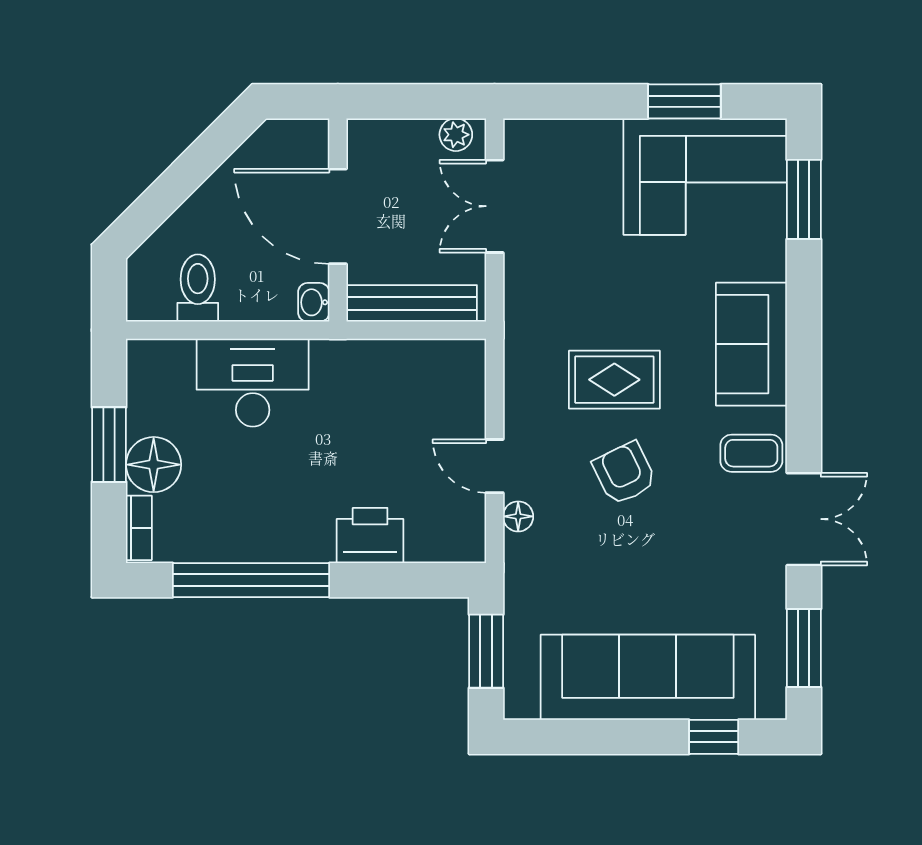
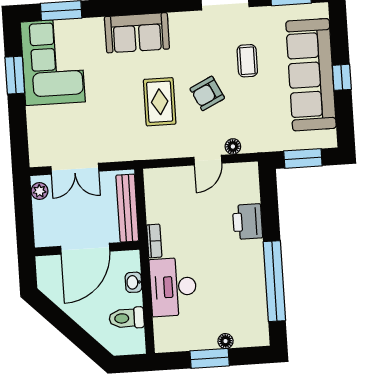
washbasin: (314, 302) -> (133, 282), moved, turned 90
coffee table: (751, 453) -> (247, 61), moved
floor lamp: (154, 465) -> (226, 341), width x0.53, depth x0.53
bookcase: (139, 528) -> (154, 241), moved, turned 90
window: (714, 737) -> (342, 77), moved

